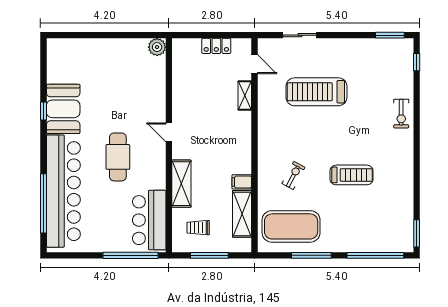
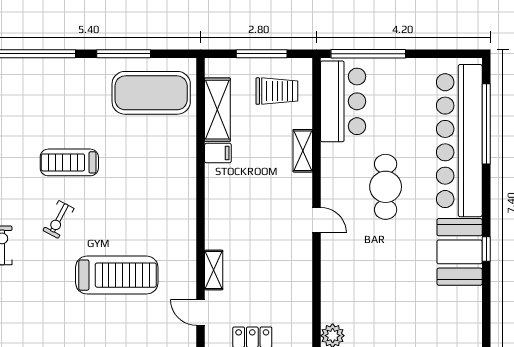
exercise bike: (293, 175) -> (59, 219), moved
shelving: (181, 184) -> (303, 151), width x0.67, depth x0.75
trolley: (198, 228) -> (277, 91), width x1.36, depth x1.39

